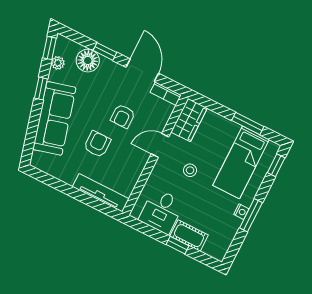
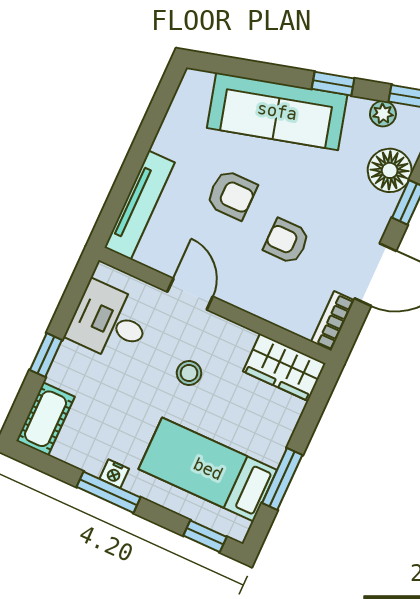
door: (160, 145) -> (190, 294), moved
cot: (189, 236) -> (45, 419), moved

